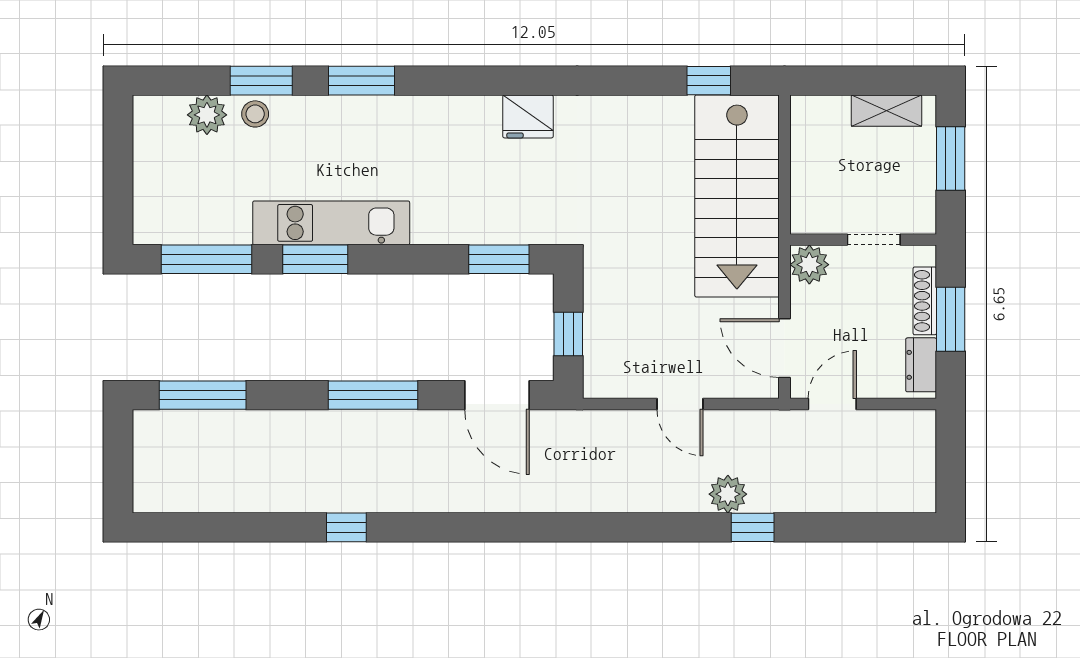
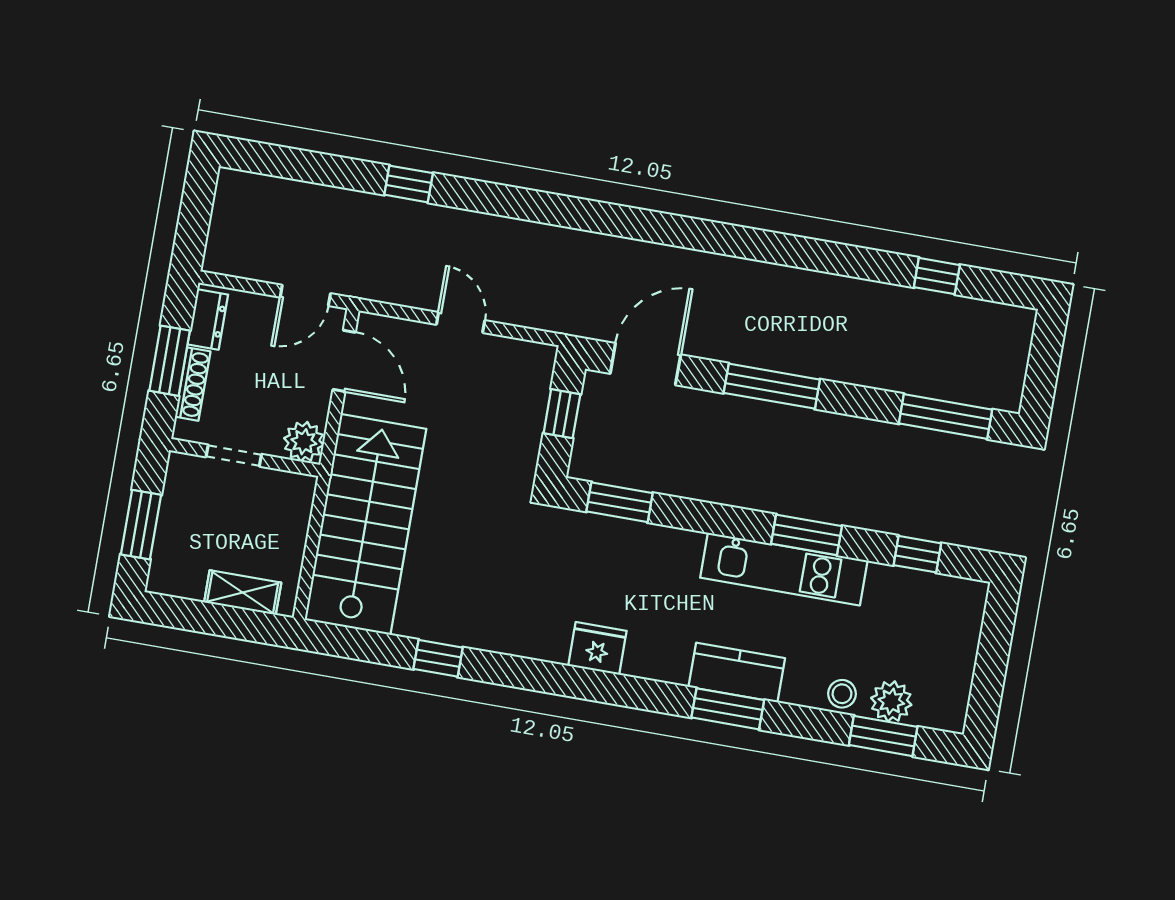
window: (261, 81) -> (883, 736), moved
window: (709, 81) -> (438, 658), moved
shelving: (886, 111) -> (243, 593), moved
fridge: (528, 116) -> (597, 648), moved
kitchen counter: (359, 117) -> (737, 672), added
window: (207, 259) -> (917, 554), width x0.46
door: (497, 395) -> (645, 364), hinge flipped
plant: (728, 494) -> (428, 222), removed
window: (346, 527) -> (937, 276), moved

